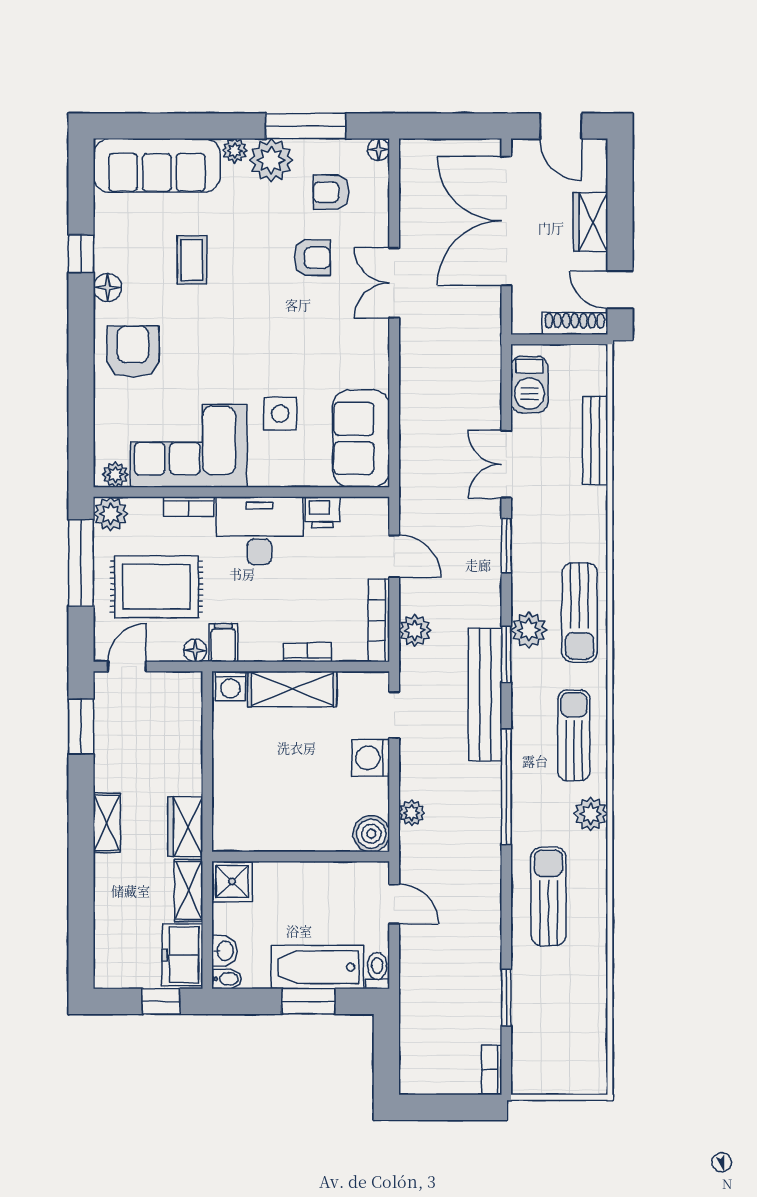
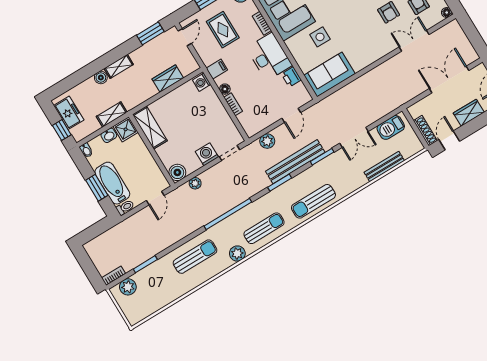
double door: (506, 221) -> (449, 80), width x0.73
double door: (394, 283) -> (414, 41), moved
double door: (506, 464) -> (354, 137), swing flipped
rug: (156, 587) -> (223, 30), width x0.73, depth x0.70
bookcase: (379, 620) -> (263, 125), removed
plant: (529, 630) -> (128, 287), moved
floor lamp: (195, 650) -> (225, 89), moved
door: (127, 666) -> (185, 37), hinge flipped
shelving: (292, 689) -> (150, 128), moved
bench: (485, 695) -> (295, 162), moved
wardrobe: (185, 827) -> (168, 79), moved
boiler: (107, 869) -> (101, 78), added
washbasin: (224, 951) -> (109, 135), moved
freezer: (182, 955) -> (69, 113), moved, turned 90

